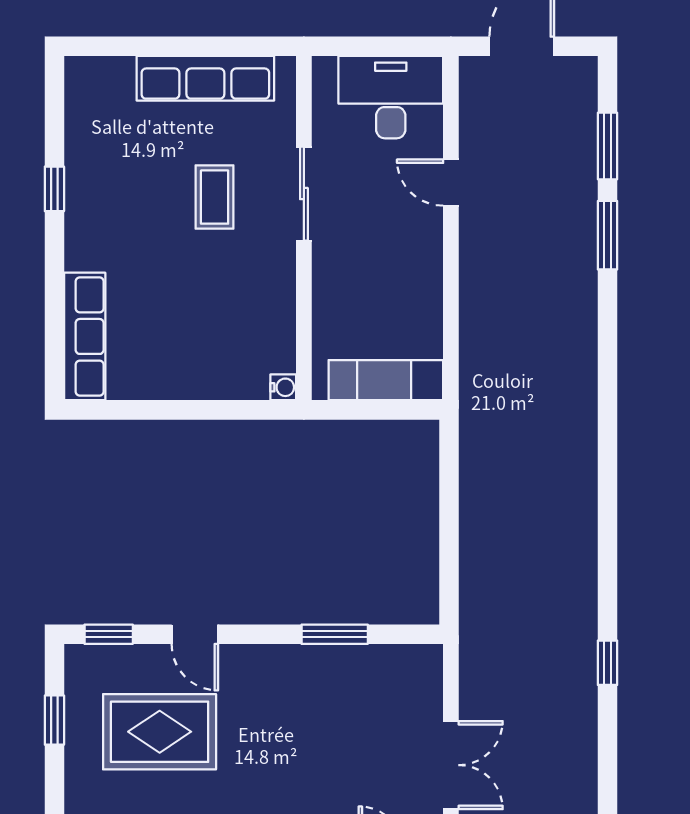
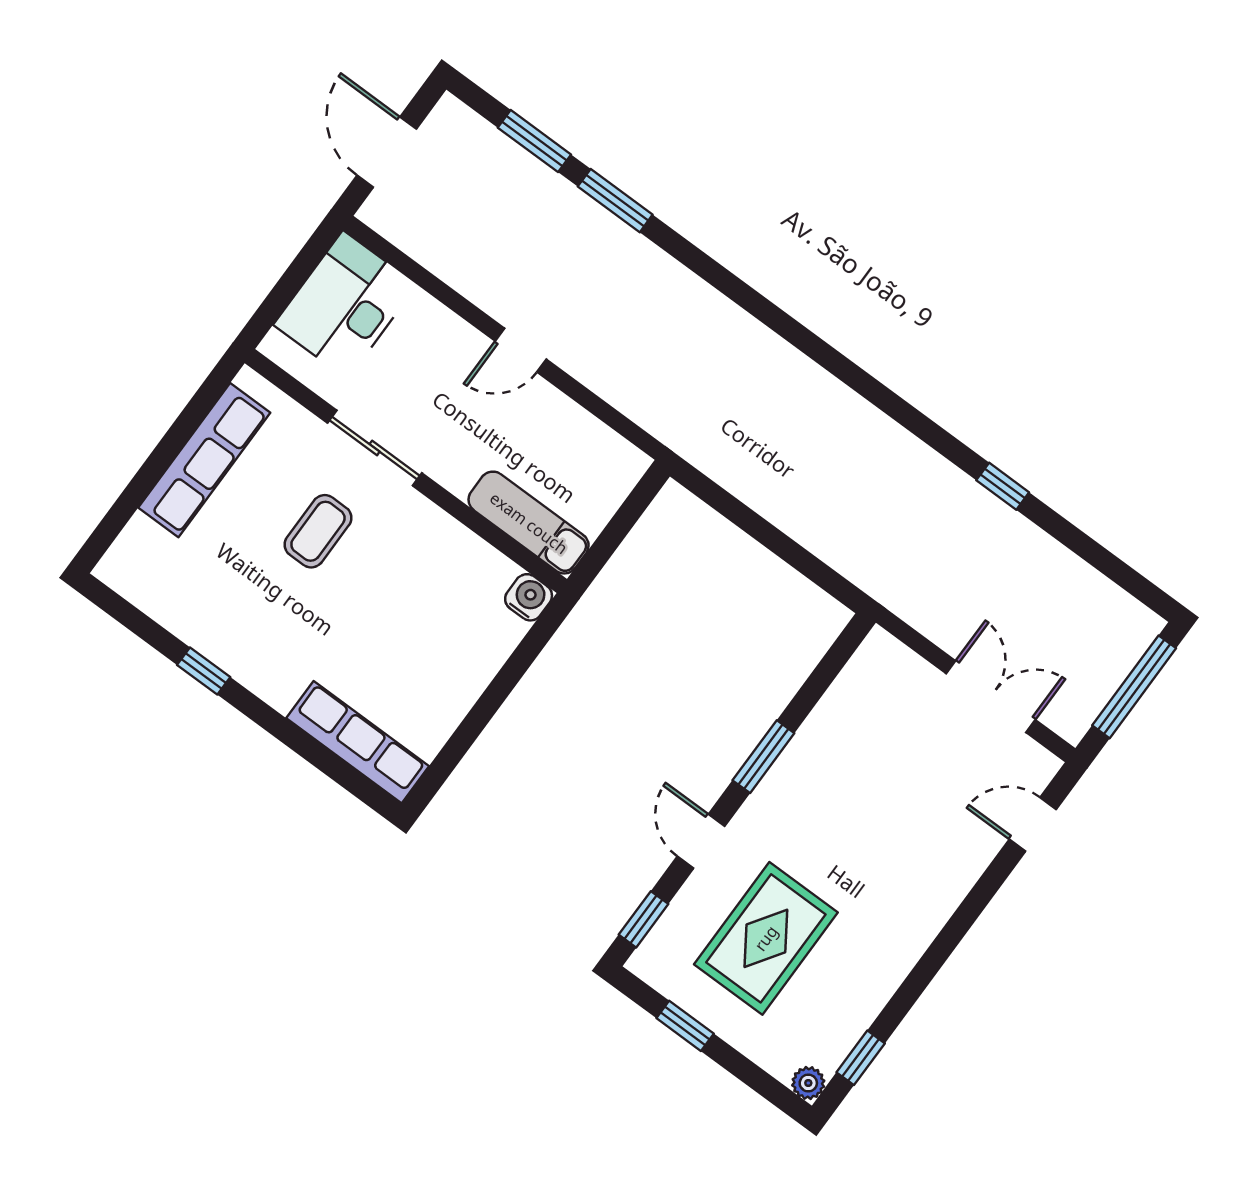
door: (451, 183) -> (521, 350), moved
coffee table: (215, 197) -> (318, 531), turned 90
exam couch: (386, 380) -> (529, 523), moved, turned 90
water cooler: (283, 387) -> (529, 597), width x1.38, depth x1.38
door: (195, 634) -> (701, 841), swing flipped
window: (335, 634) -> (763, 757), moved

